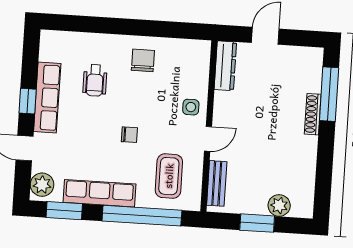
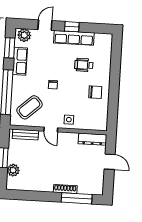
coffee table: (169, 176) -> (30, 107), turned -42
row of seats: (99, 193) -> (20, 61), width x0.68

